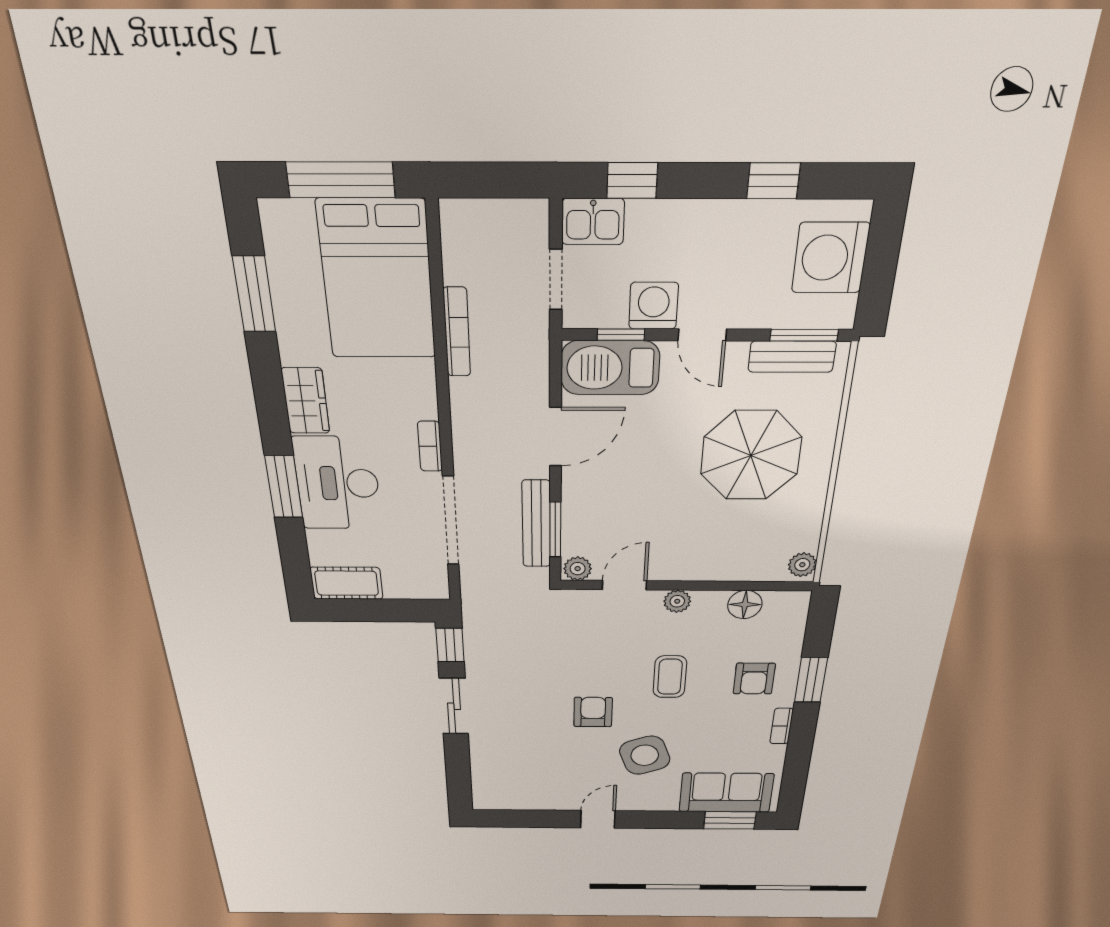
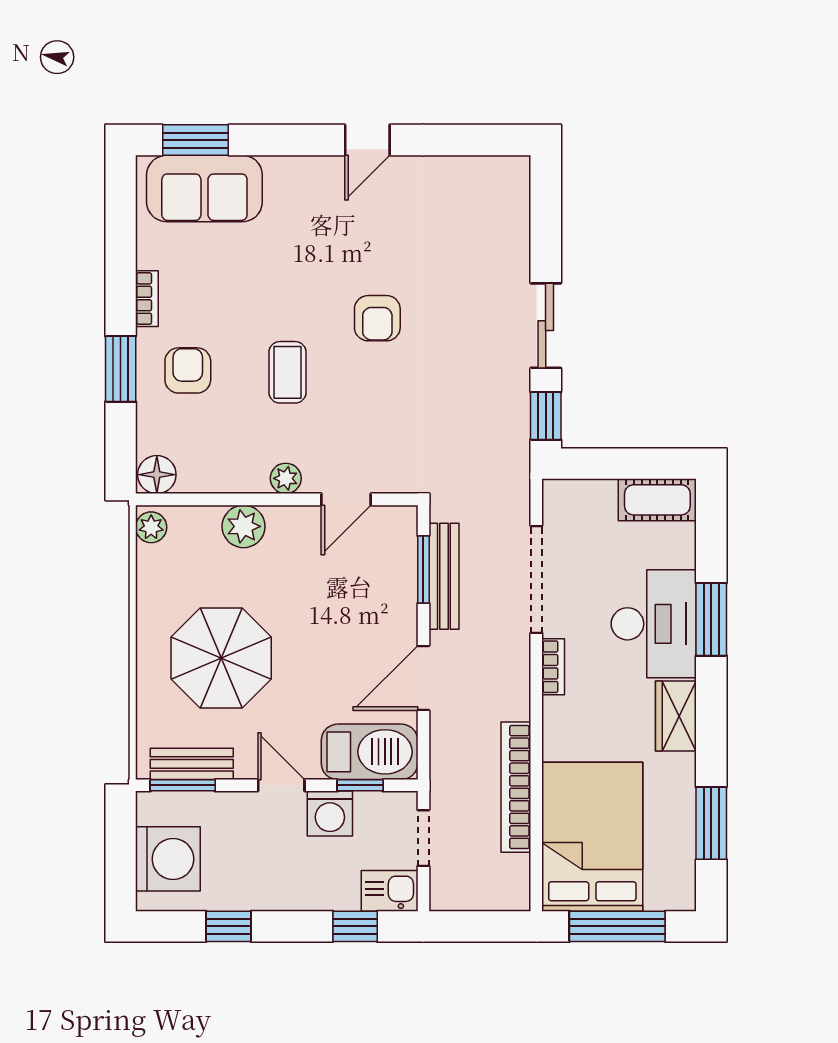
bookcase: (457, 332) -> (516, 787), width x1.48, depth x1.31
plant: (578, 569) -> (244, 526), moved, width x1.38, depth x1.38
floor lamp: (745, 605) -> (157, 475), moved
side table: (645, 755) -> (311, 250), removed

